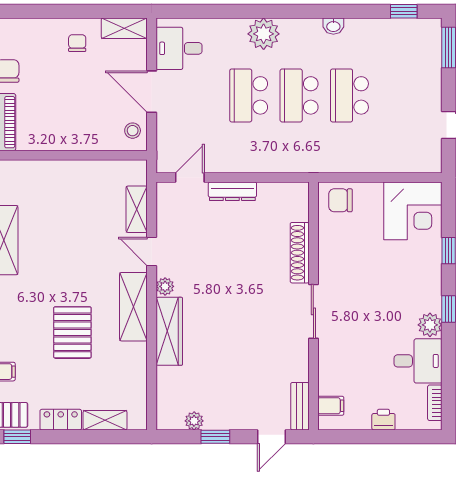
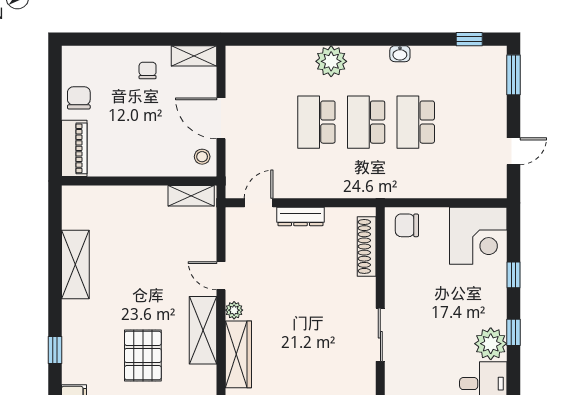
desk: (179, 48) -> (248, 76), removed
shelving: (137, 209) -> (191, 196), moved, turned 90
shoe rack: (300, 253) -> (367, 246), moved
plant: (430, 325) -> (491, 344), width x1.36, depth x1.36

